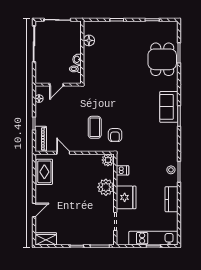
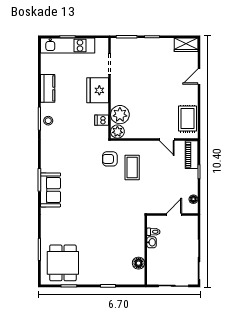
dining table: (162, 59) -> (63, 263), moved
armchair: (115, 135) -> (110, 159), turned -90
plant: (106, 187) -> (120, 115), moved

